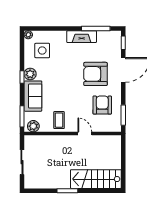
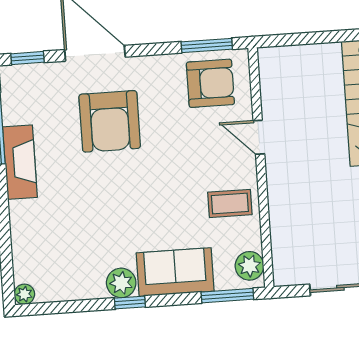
side table: (42, 51) -> (61, 257), removed
armchair: (102, 105) -> (210, 83), moved, turned 180
door: (85, 134) -> (259, 137), hinge flipped

